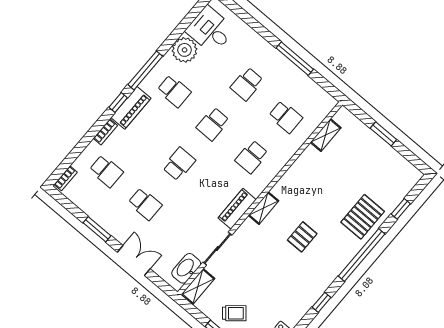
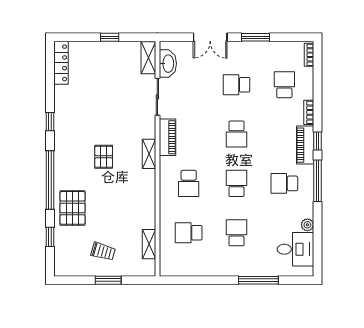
plant: (185, 50) -> (307, 225), width x0.53, depth x0.53
window: (295, 59) -> (258, 280), moved
school desk: (252, 157) -> (189, 183), turned 180
school desk: (106, 171) -> (284, 85), turned 90
trolley: (234, 313) -> (103, 251), moved, turned -124

